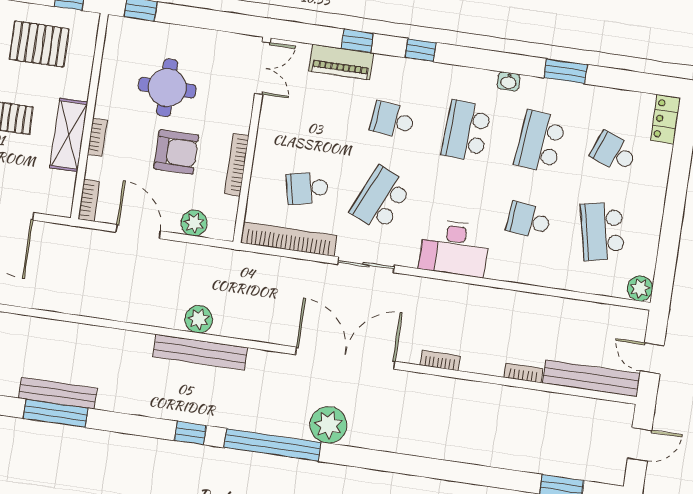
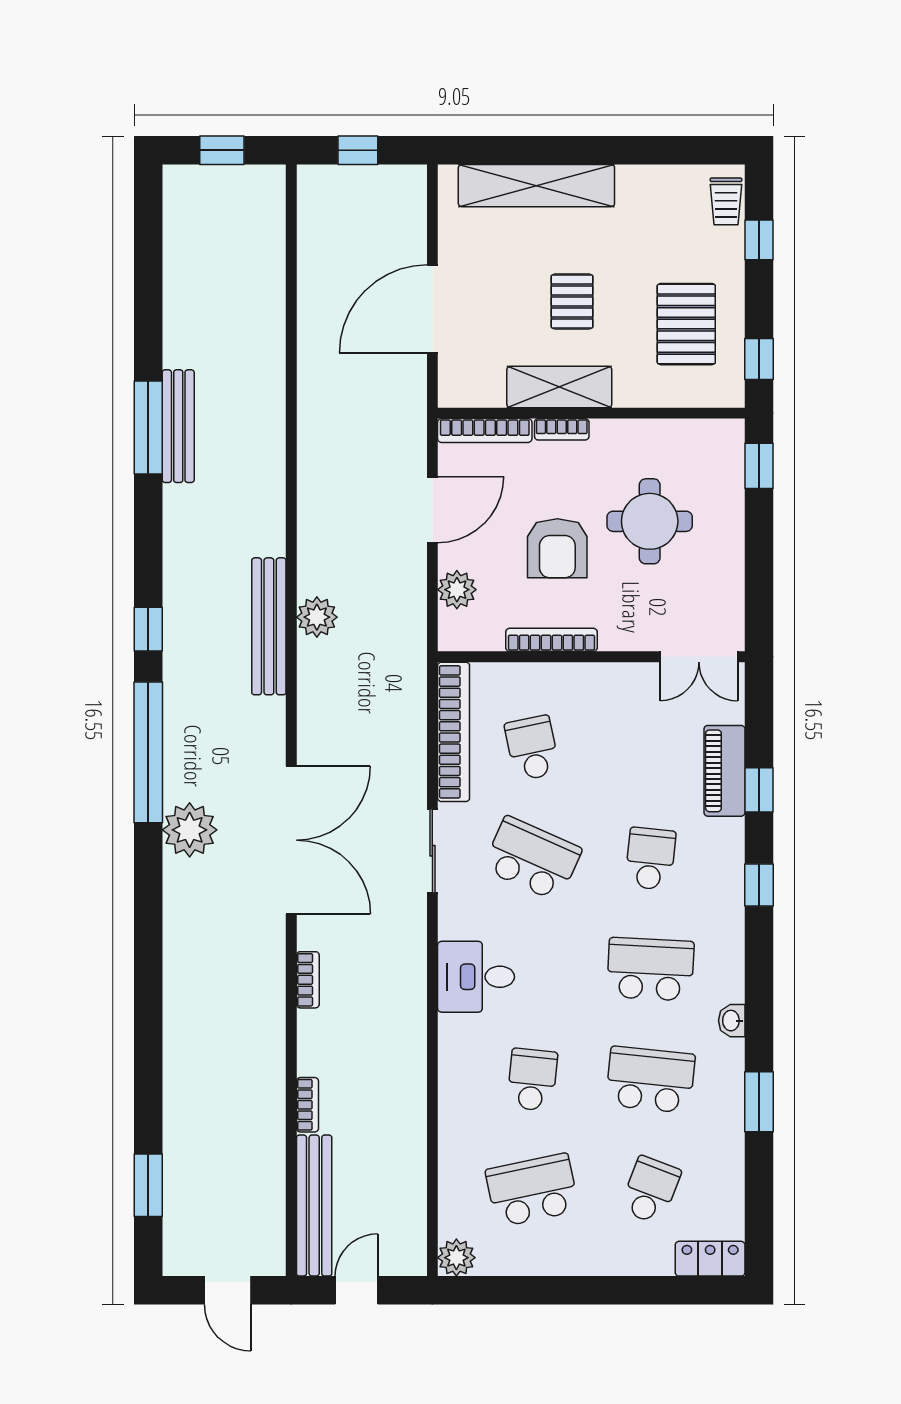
bookcase: (89, 200) -> (485, 431), width x1.56
desk: (454, 248) -> (476, 977), width x0.73

